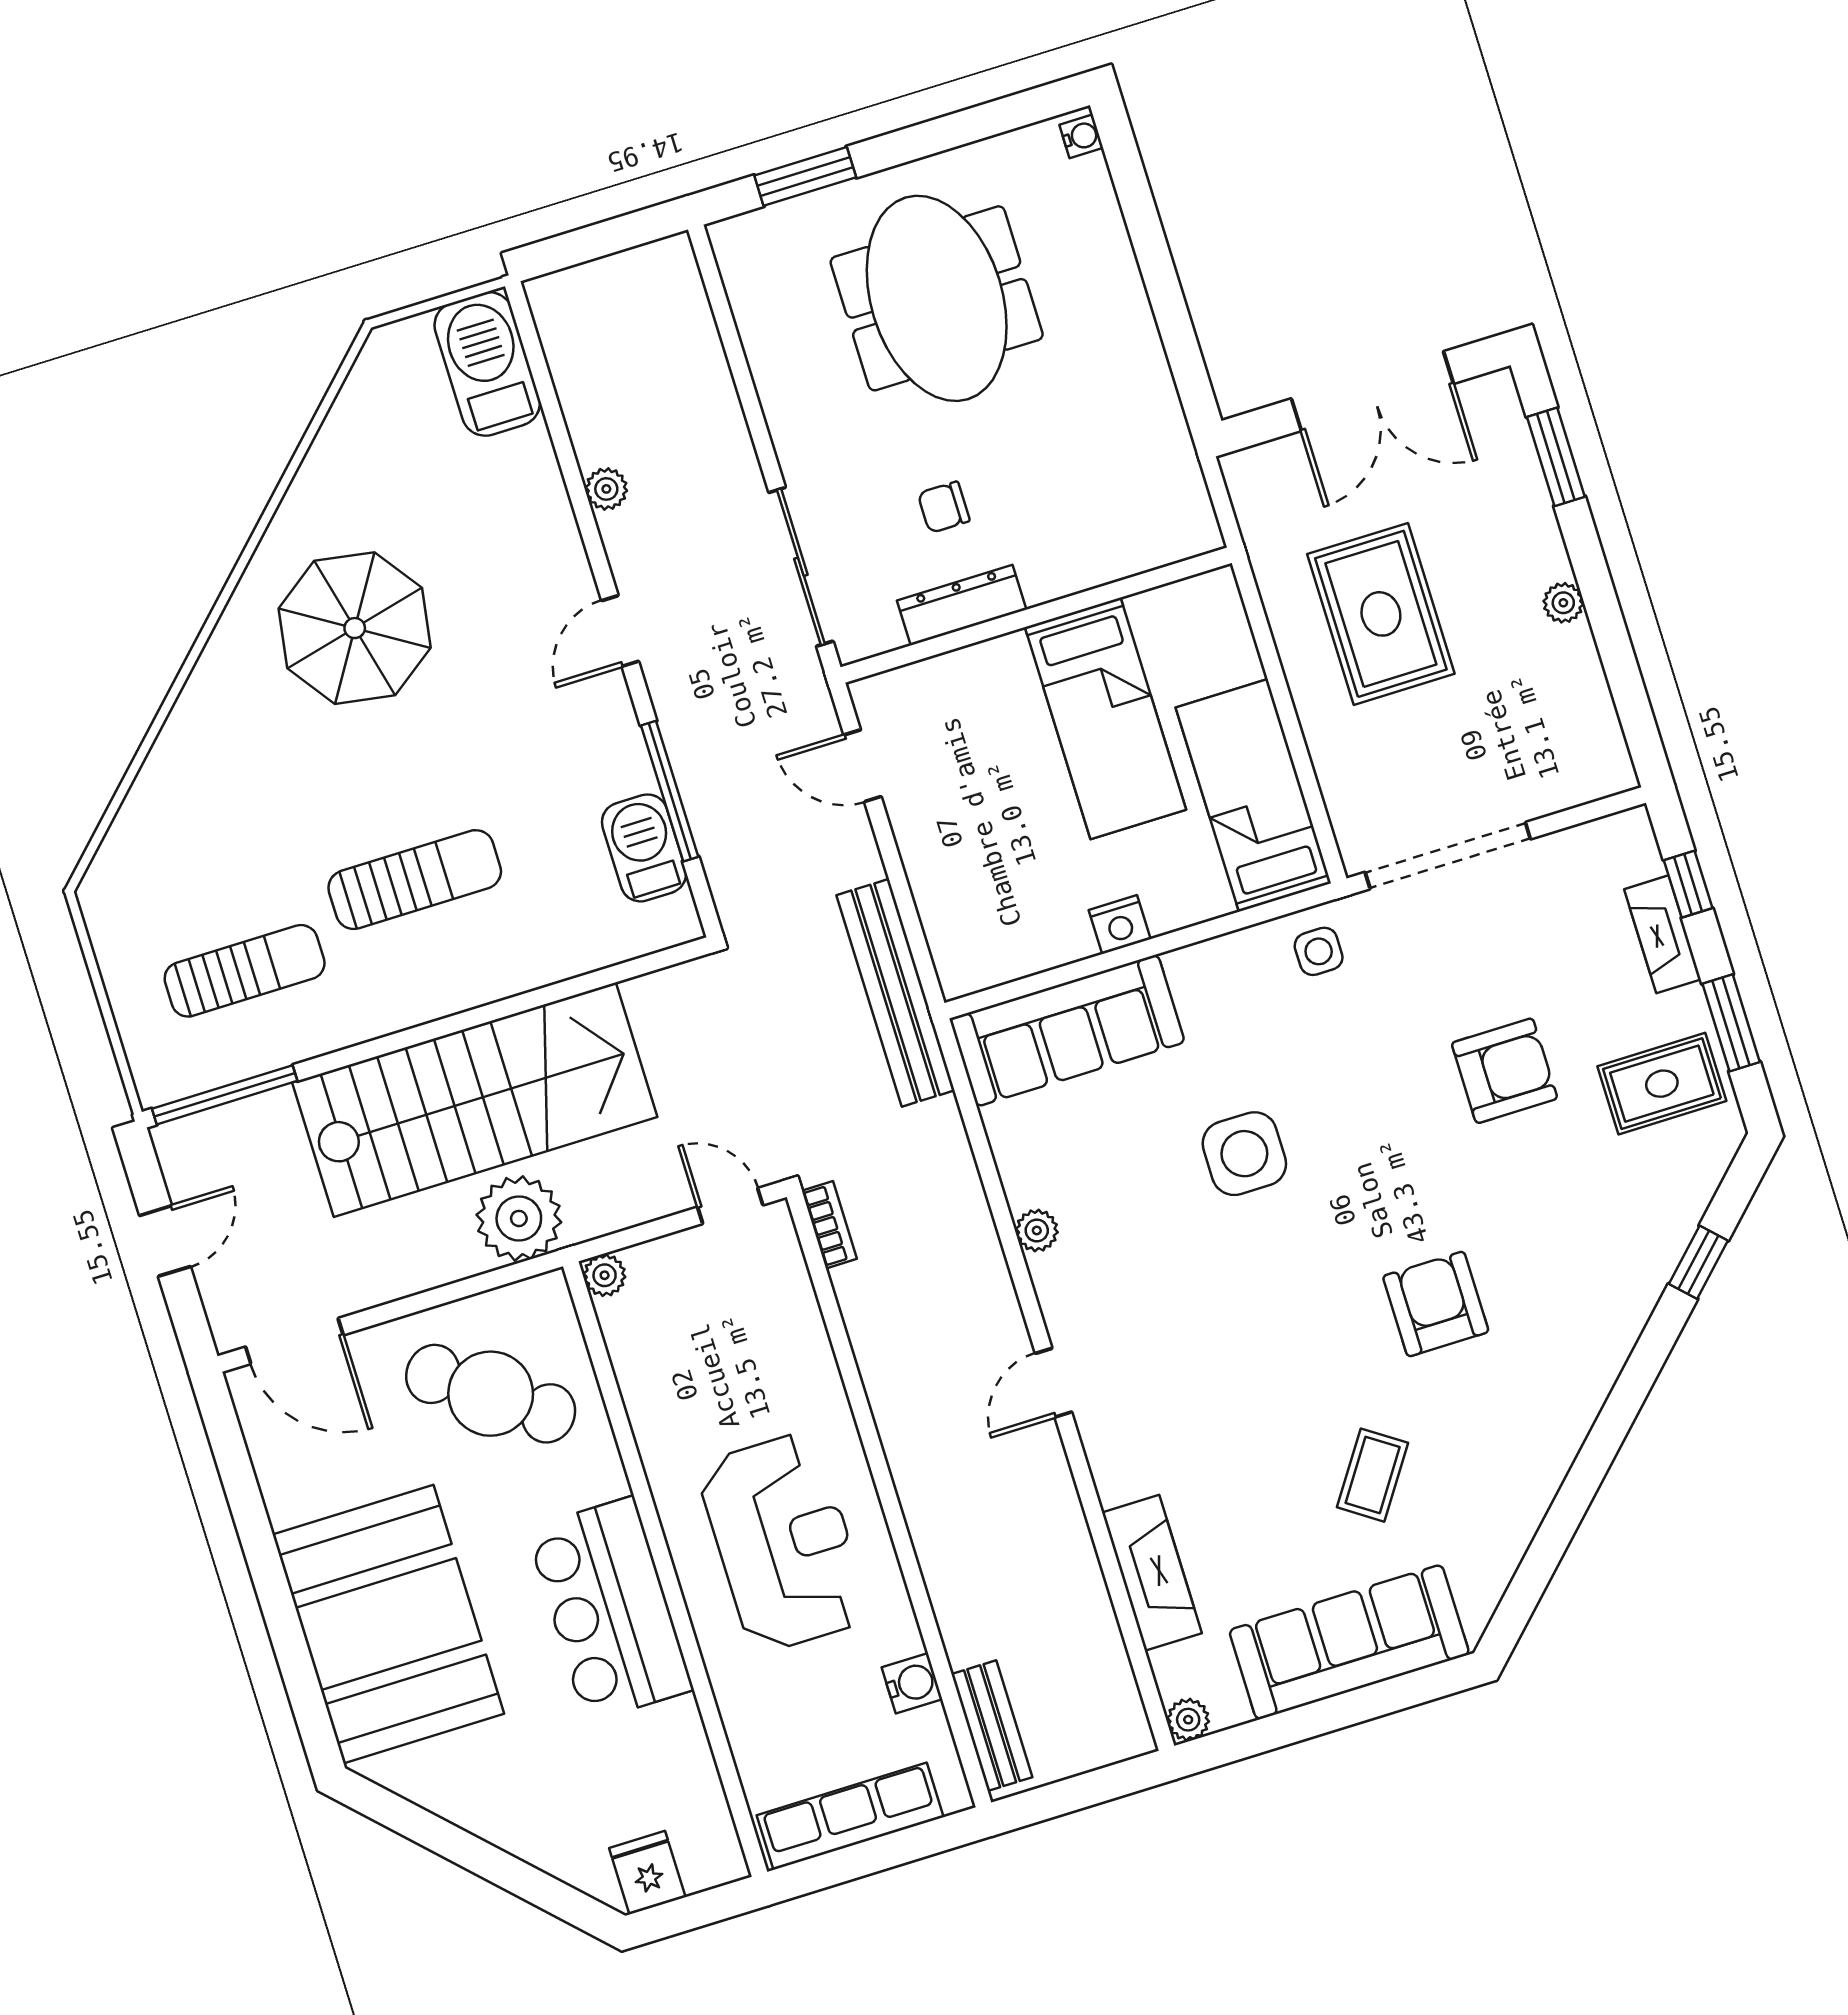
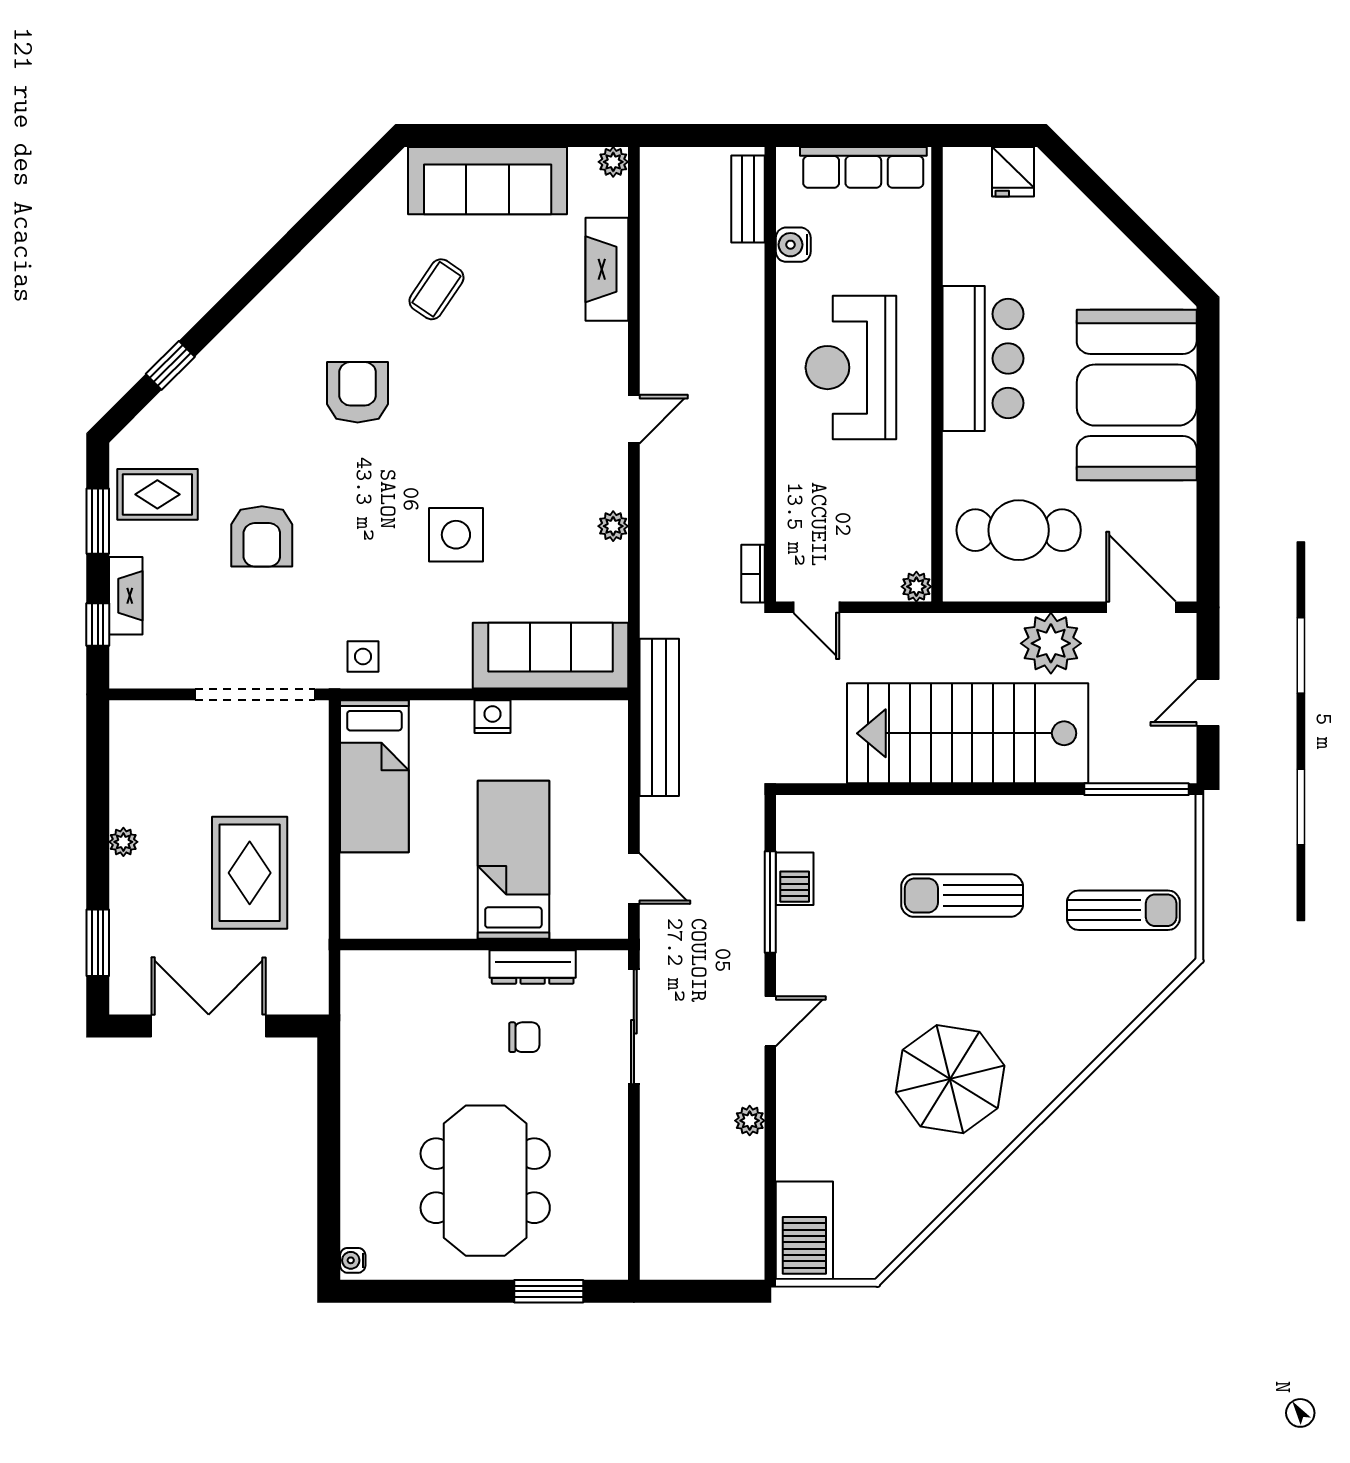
bed: (1106, 718) -> (513, 860), moved
barbecue: (644, 848) -> (795, 879), width x0.73, depth x0.79
sun lounger: (245, 971) -> (1123, 910), moved, turned 180
armchair: (1504, 1071) -> (262, 536), turned -90
plant: (519, 1218) -> (1051, 643), moved
armchair: (1436, 1304) -> (358, 392), turned 180
cafe table: (491, 1394) -> (1019, 530), turned -36

